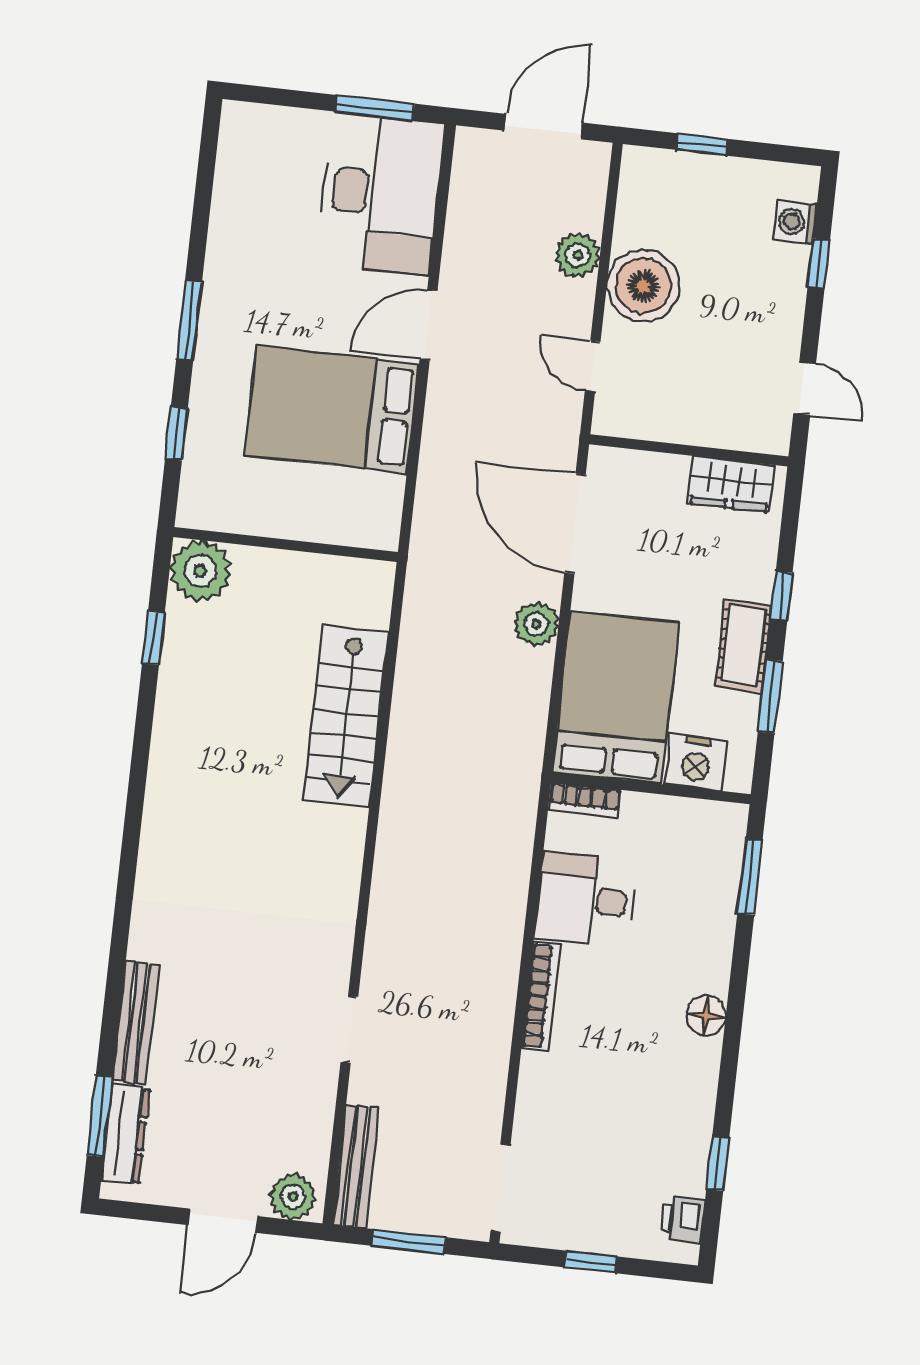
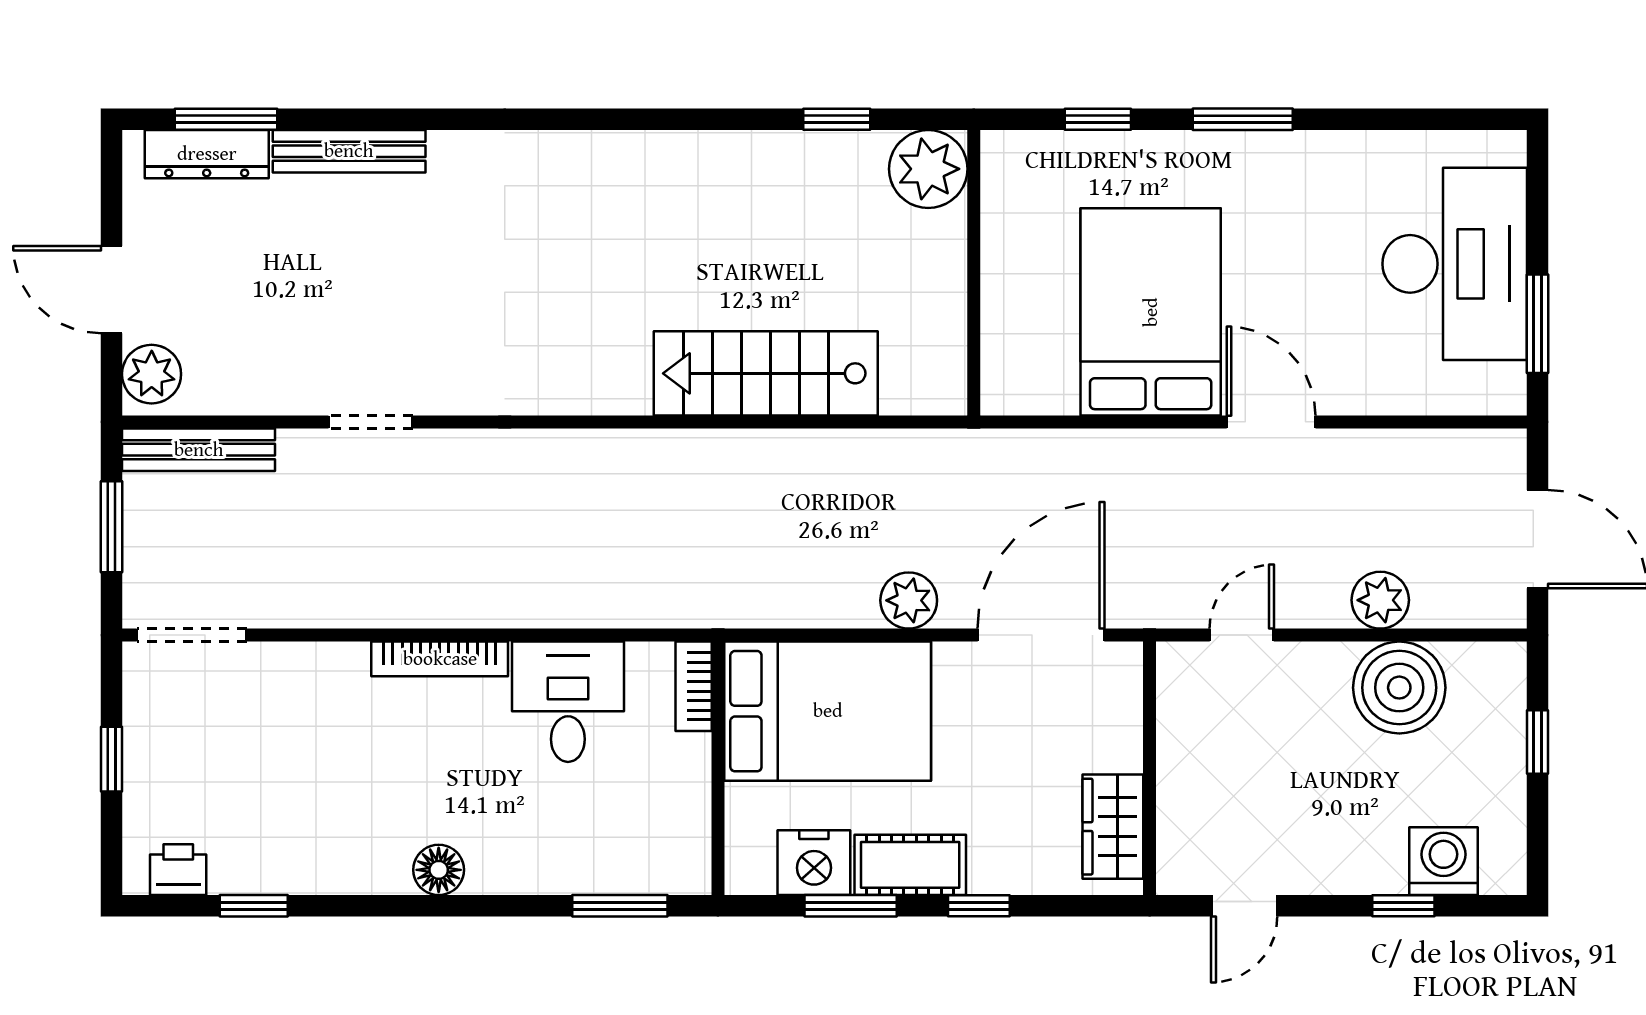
desk: (381, 193) -> (1455, 264), moved, turned -90
washing machine: (795, 222) -> (1444, 861), width x1.38, depth x1.38
boiler: (643, 286) -> (1399, 688), moved
nightstand: (696, 762) -> (814, 863), moved, turned -90

